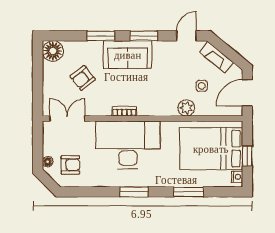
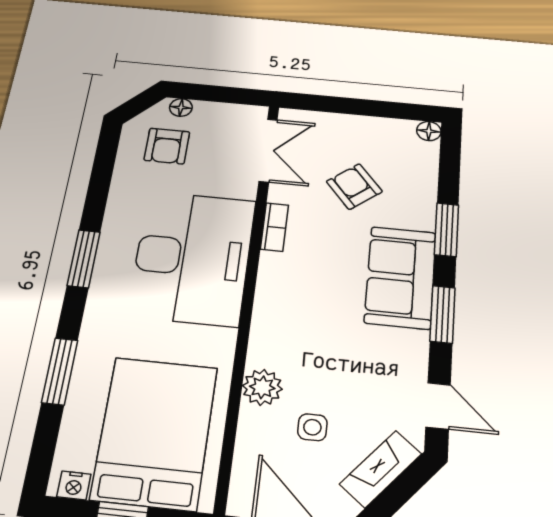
floor lamp: (53, 51) -> (429, 131), width x0.53, depth x0.53
bookcase: (124, 111) -> (274, 227), moved

